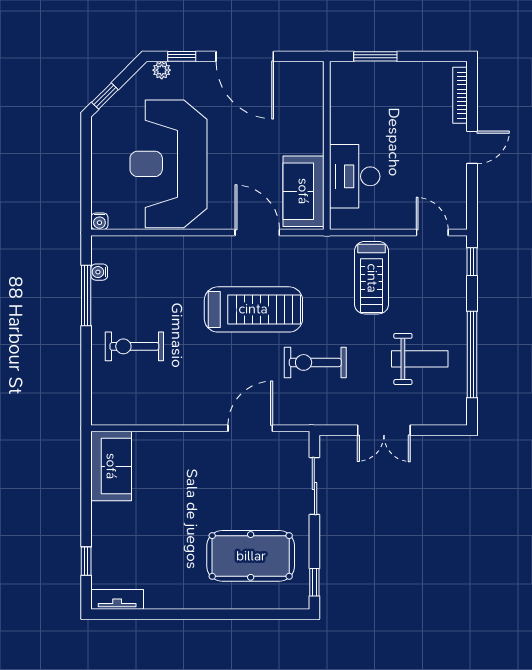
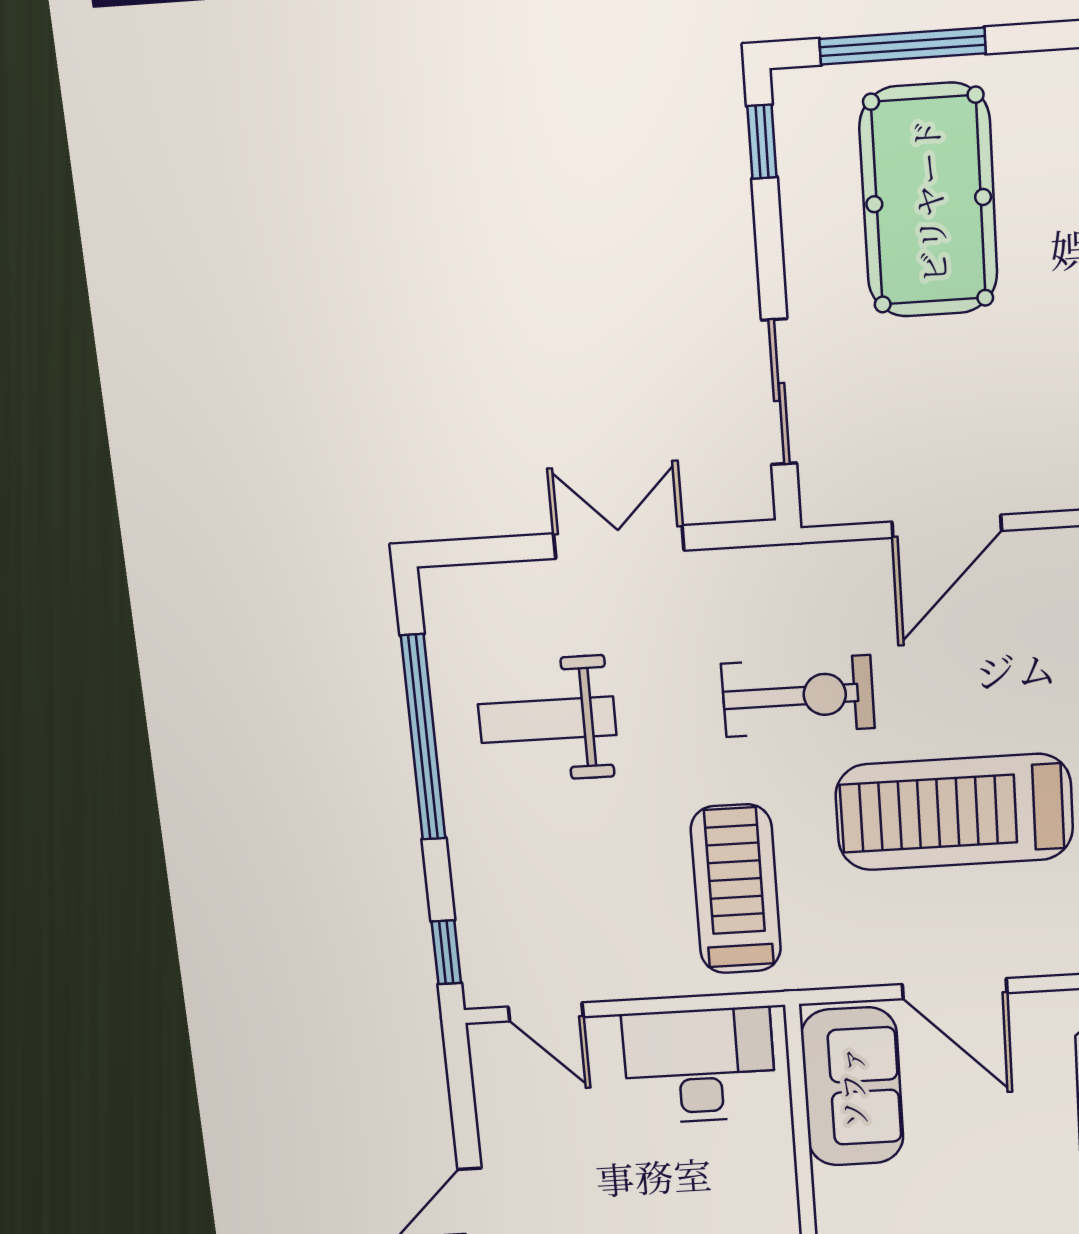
desk: (355, 176) -> (699, 1065), moved, turned -90
treadmill: (372, 278) -> (736, 889), moved
pool table: (251, 556) -> (929, 201), turned 90
window: (258, 614) -> (902, 46), added

